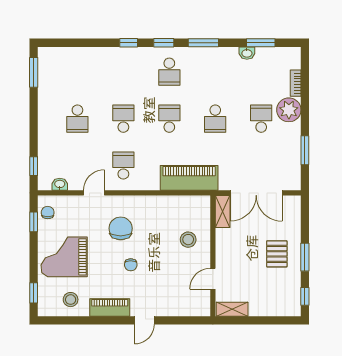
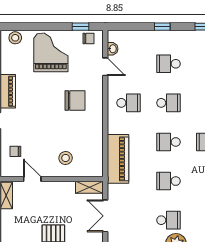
school desk: (169, 119) -> (168, 142), turned 180
window: (34, 166) -> (162, 27), moved
door: (94, 193) -> (105, 67), moved
double door: (256, 193) -> (105, 216), width x0.73
chair: (131, 265) -> (15, 151), moved
window: (34, 293) -> (20, 27), removed
stool: (71, 300) -> (15, 38), moved

